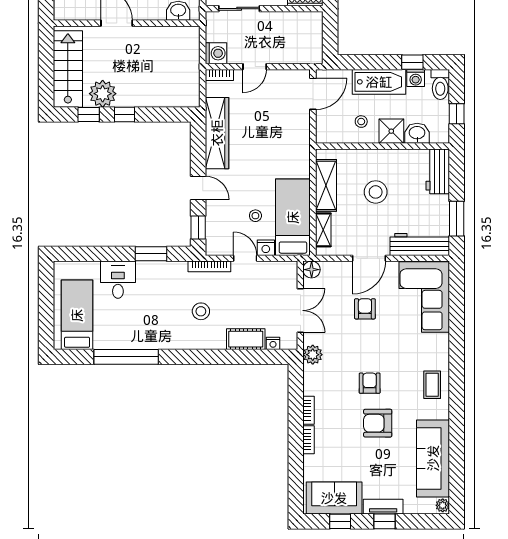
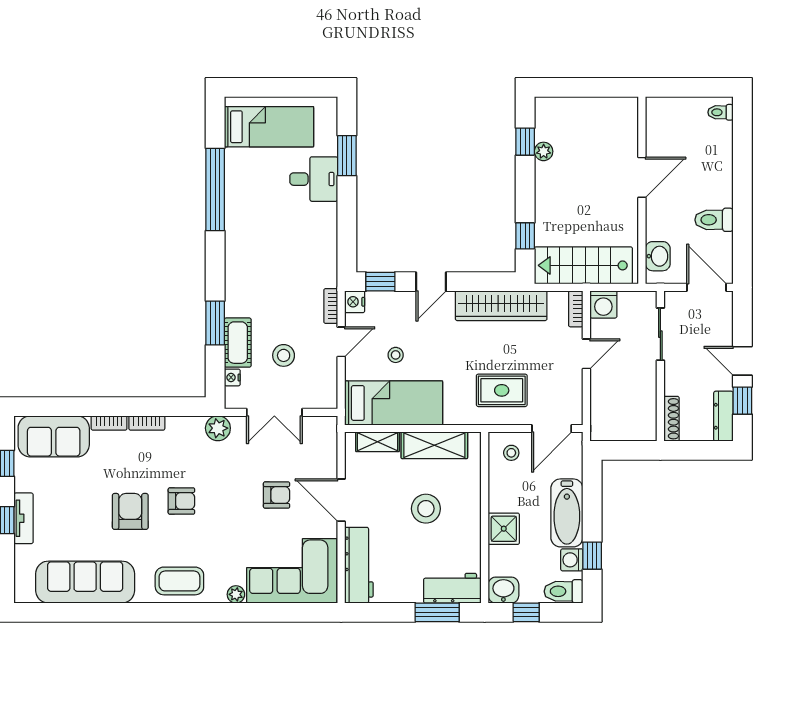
door: (255, 67) -> (586, 354), swing flipped
stairs: (68, 69) -> (583, 265), moved, turned 180
plant: (103, 94) -> (544, 151), width x0.53, depth x0.53
door: (313, 94) -> (552, 428), hinge flipped
window: (125, 114) -> (525, 236), moved
stool: (361, 122) -> (511, 453), moved
rug: (283, 133) -> (502, 390), added
washbasin: (417, 133) -> (503, 590), moved, turned -90
window: (457, 219) -> (437, 612), moved
nightstand: (266, 248) -> (355, 302), moved
window: (151, 254) -> (347, 156), moved
bookcase: (209, 266) -> (331, 306), width x0.64
floor lamp: (312, 270) -> (327, 427), removed
stool: (201, 311) -> (284, 355), moved
window: (230, 357) -> (215, 323), added
coffee table: (432, 385) -> (179, 581), width x1.36, depth x1.30
sofa: (334, 498) -> (54, 436), moved, turned 90
plant: (443, 505) -> (236, 594), moved

